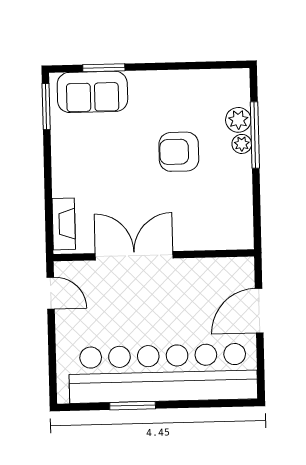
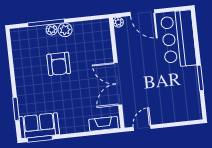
sofa: (92, 92) -> (39, 126), moved, turned -90
plant: (238, 120) -> (65, 30), moved
plant: (245, 266) -> (118, 22), added
bar counter: (163, 373) -> (178, 39), width x0.54

